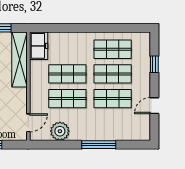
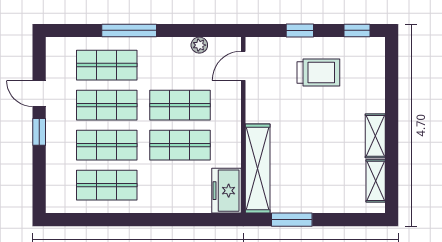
window: (154, 64) -> (39, 132), moved
door: (154, 106) -> (39, 94), swing flipped
shop shelf: (113, 123) -> (107, 65), added
plant: (60, 131) -> (199, 45), width x0.53, depth x0.53

